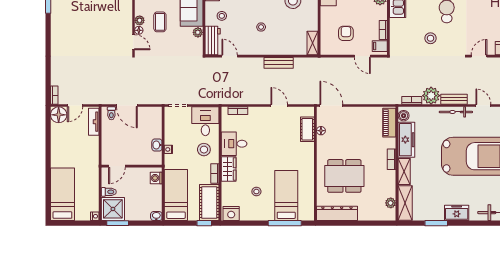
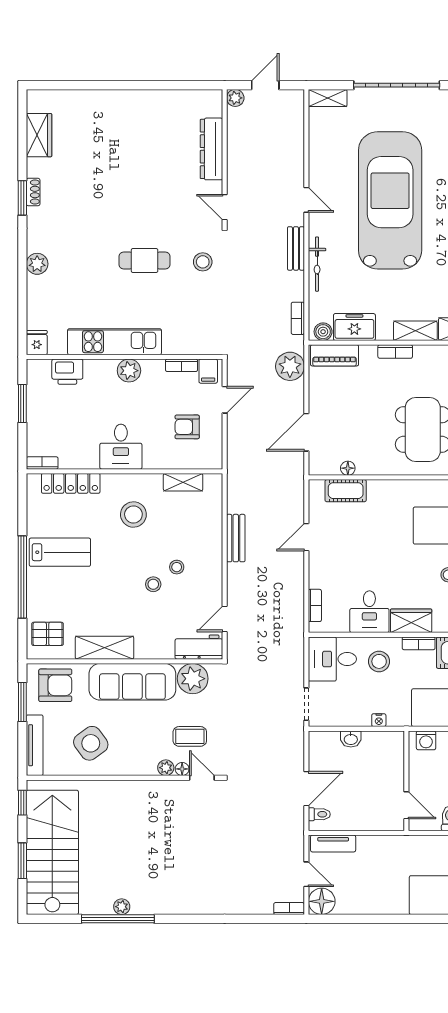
stool: (222, 16) -> (153, 584), moved
coffee table: (160, 22) -> (190, 736), moved
plant: (198, 32) -> (193, 679), width x1.88, depth x1.88
stool: (430, 38) -> (203, 262), moved
door: (133, 42) -> (202, 778), hinge flipped
shelving: (312, 43) -> (183, 482), moved
plant: (431, 96) -> (290, 366), moved
door: (331, 106) -> (306, 432), moved
door: (483, 106) -> (306, 200), swing flipped
bicycle: (456, 112) -> (317, 264), moved
freezer: (406, 140) -> (354, 327), width x0.71
washbasin: (157, 145) -> (351, 739), moved

